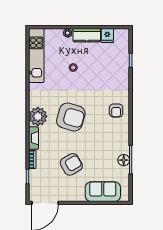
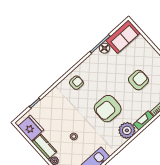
fridge: (107, 35) -> (31, 128), width x1.88, depth x1.34
armchair: (71, 117) -> (108, 109), turned -104
armchair: (71, 164) -> (138, 80), turned 120
sofa: (103, 192) -> (123, 37), moved, turned -90

